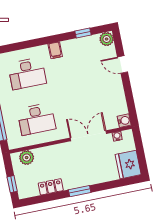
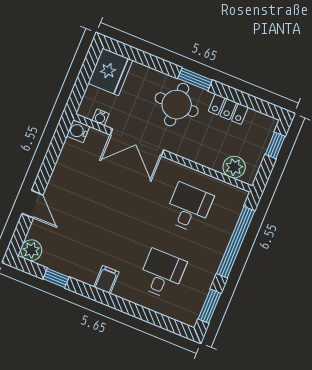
desk: (27, 73) -> (162, 274), width x0.73
desk: (36, 119) -> (189, 208), width x0.73
round table: (80, 171) -> (177, 105), added

